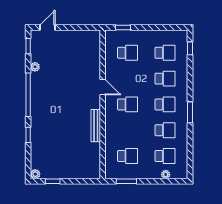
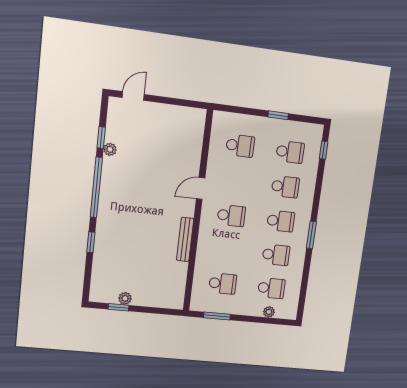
window: (123, 28) -> (278, 115), moved
window: (28, 46) -> (101, 138), moved
door: (103, 87) -> (201, 188), swing flipped
plant: (35, 174) -> (125, 298), moved

